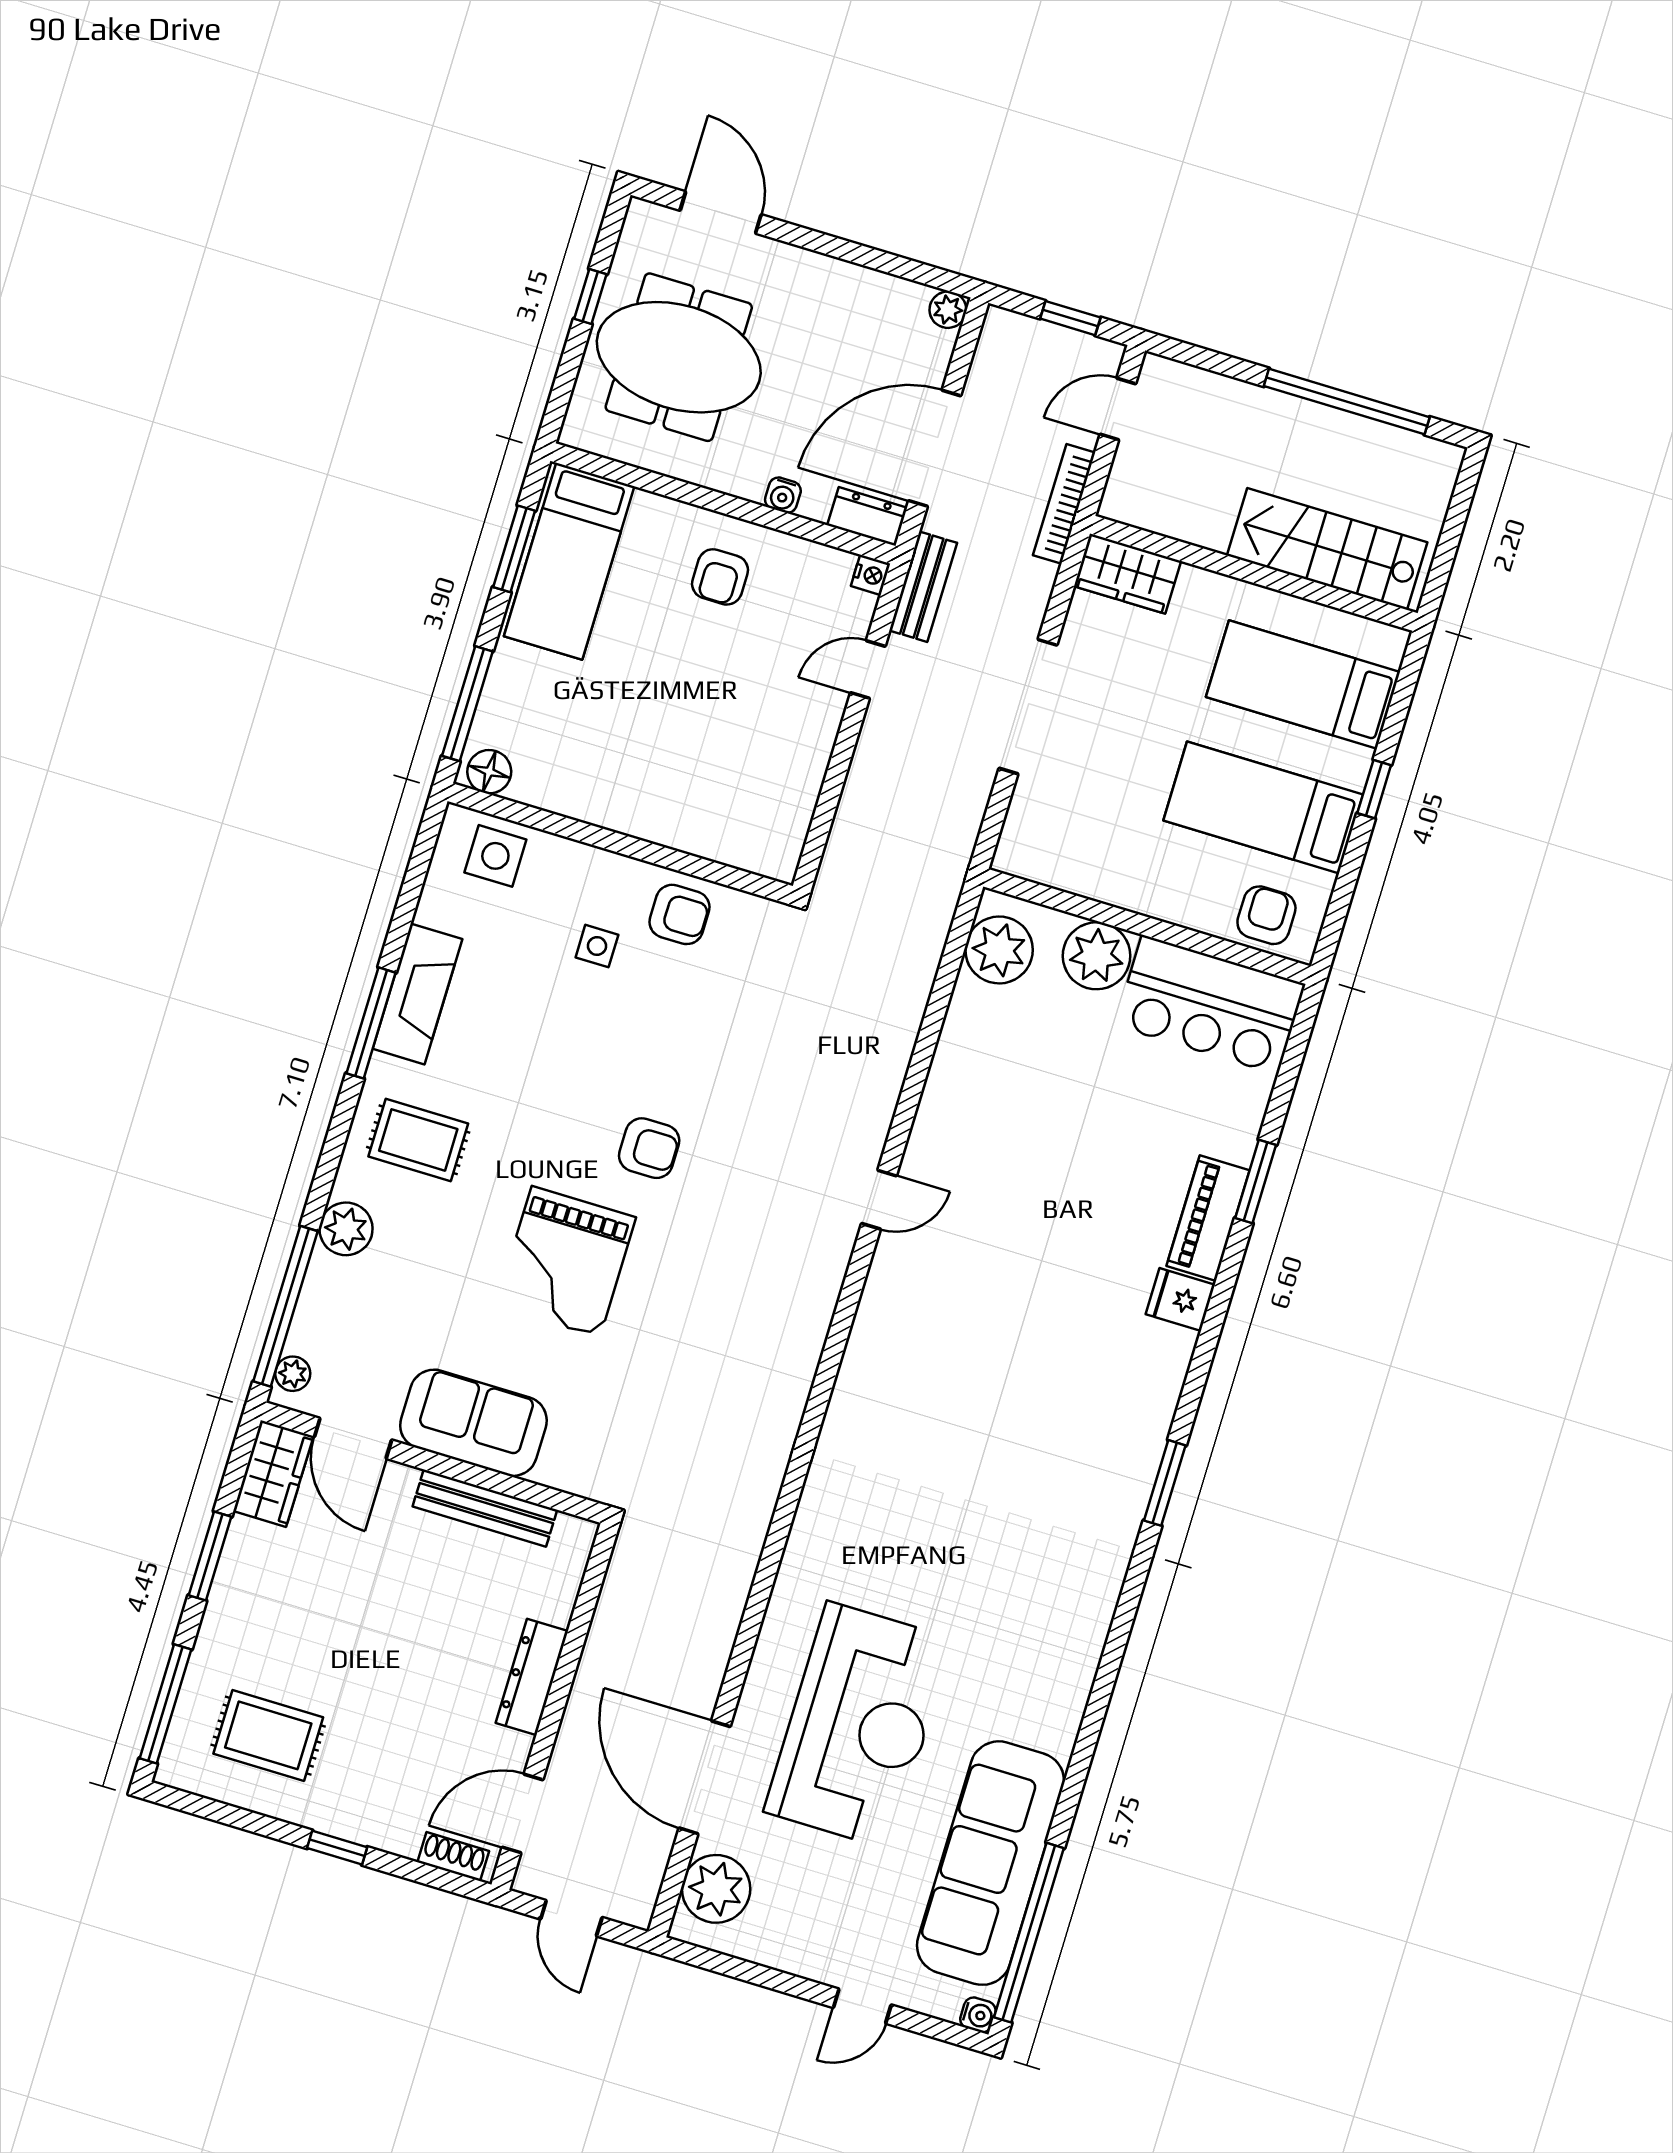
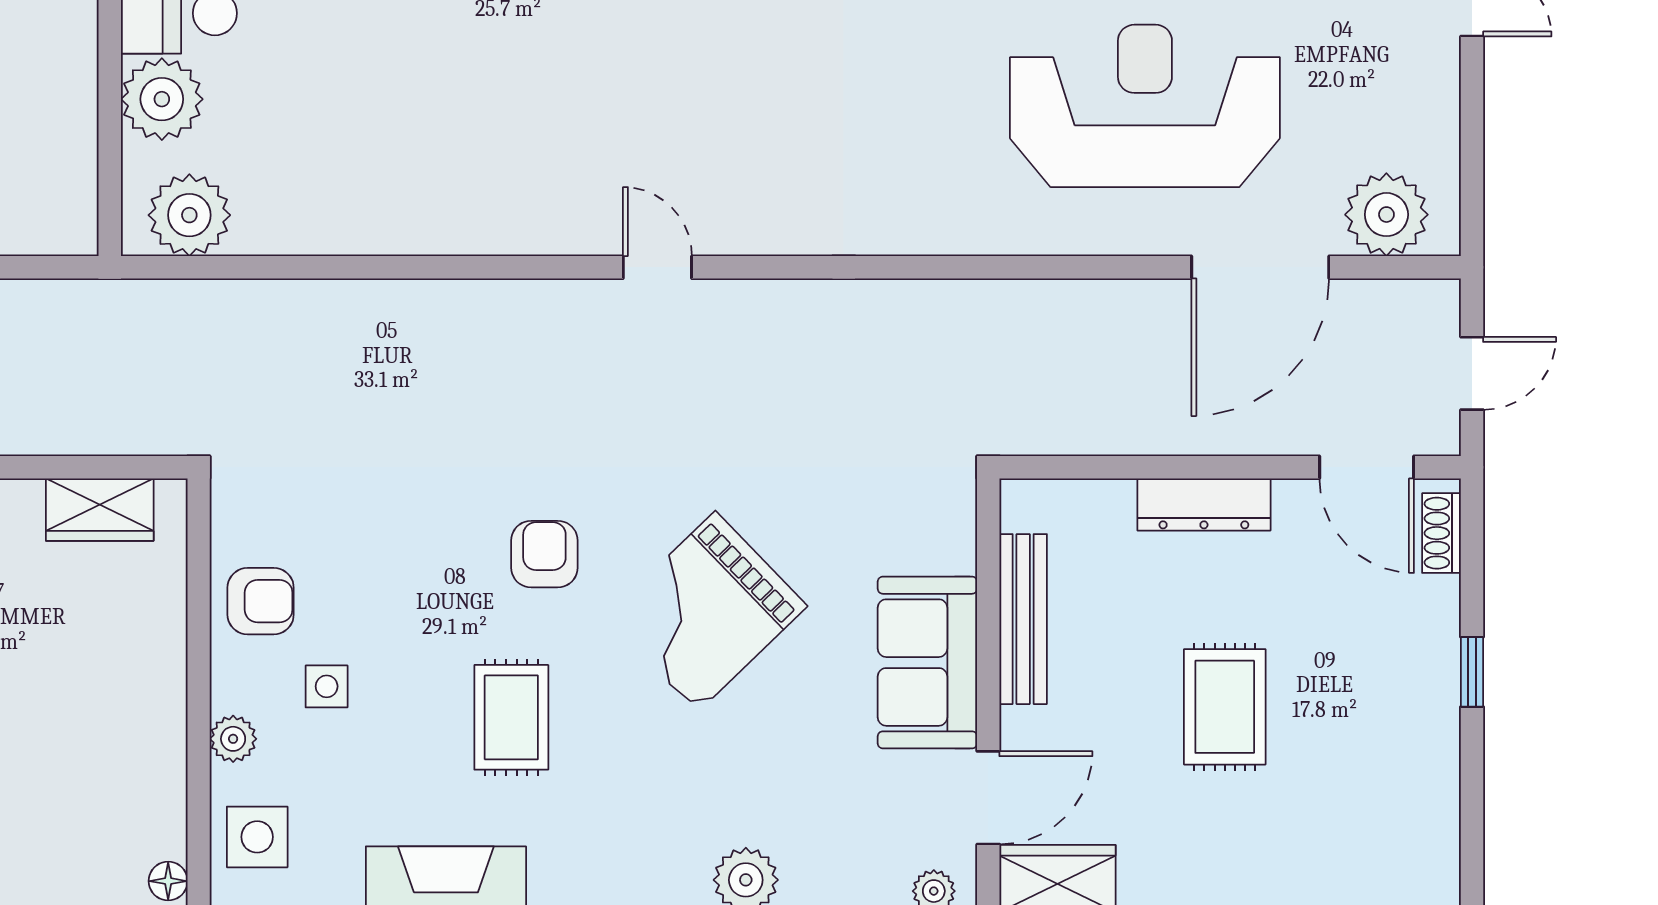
floor lamp: (489, 772) -> (168, 881), width x0.73, depth x0.73
wardrobe: (789, 810) -> (100, 510), added
plant: (578, 860) -> (233, 739), added
armchair: (679, 914) -> (261, 601), turned 90
rug: (418, 1140) -> (511, 717), moved
door: (879, 1200) -> (657, 267), moved
grand piano: (566, 1262) -> (706, 612), turned 136
rug: (268, 1735) -> (1225, 707), moved

